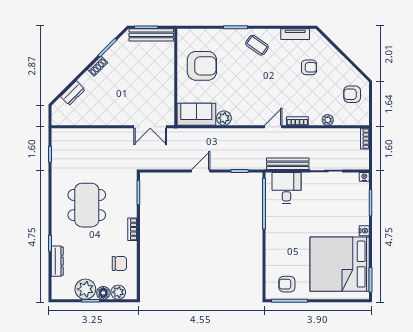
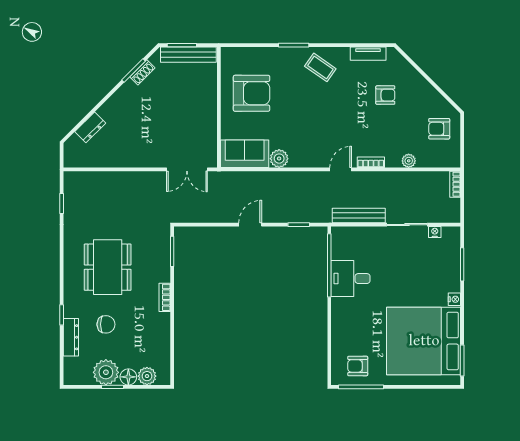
shoe rack: (98, 66) -> (142, 72), moved
nightstand: (364, 177) -> (435, 232), moved
desk: (286, 188) -> (350, 279), moved, turned -90
chair: (119, 263) -> (106, 324), moved

